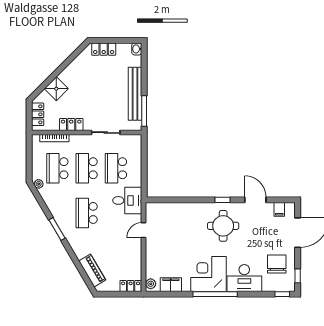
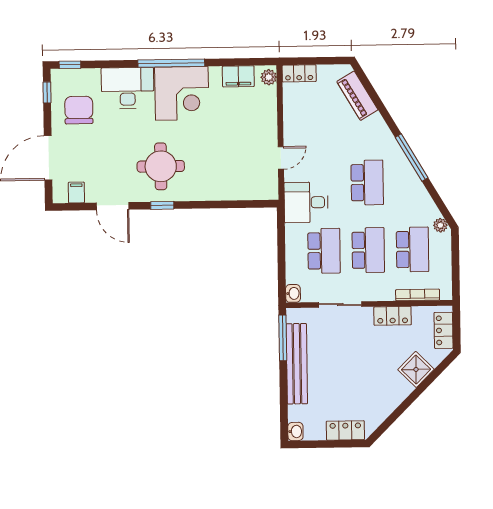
washbasin: (137, 140) -> (293, 293), added
window: (57, 229) -> (412, 158), width x1.44
chair: (277, 264) -> (79, 110), turned 180

